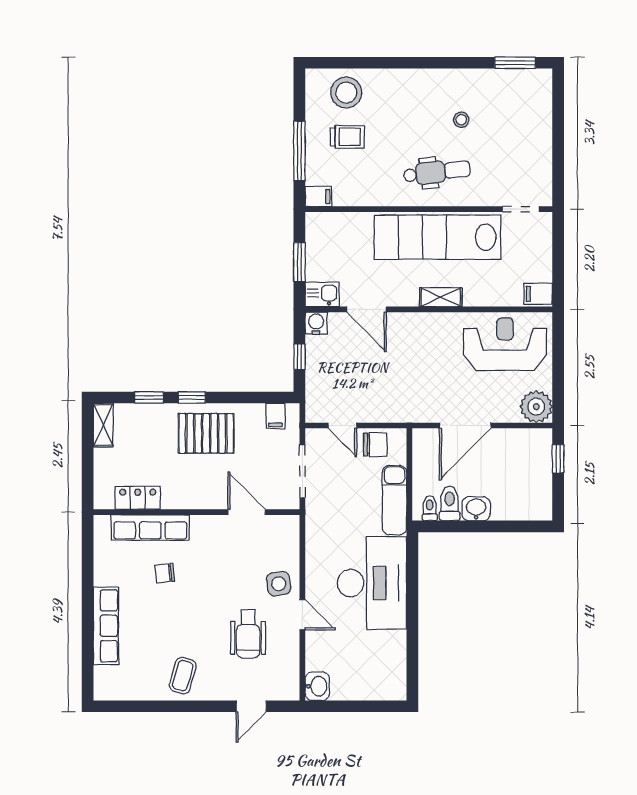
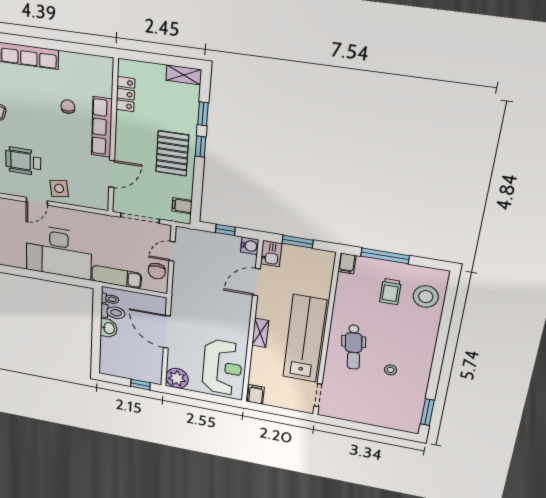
row of seats: (150, 527) -> (102, 127), moved

